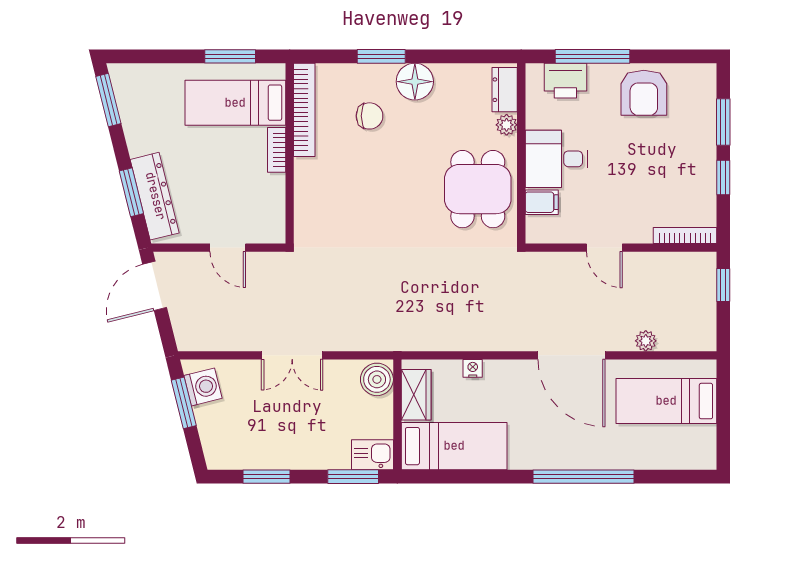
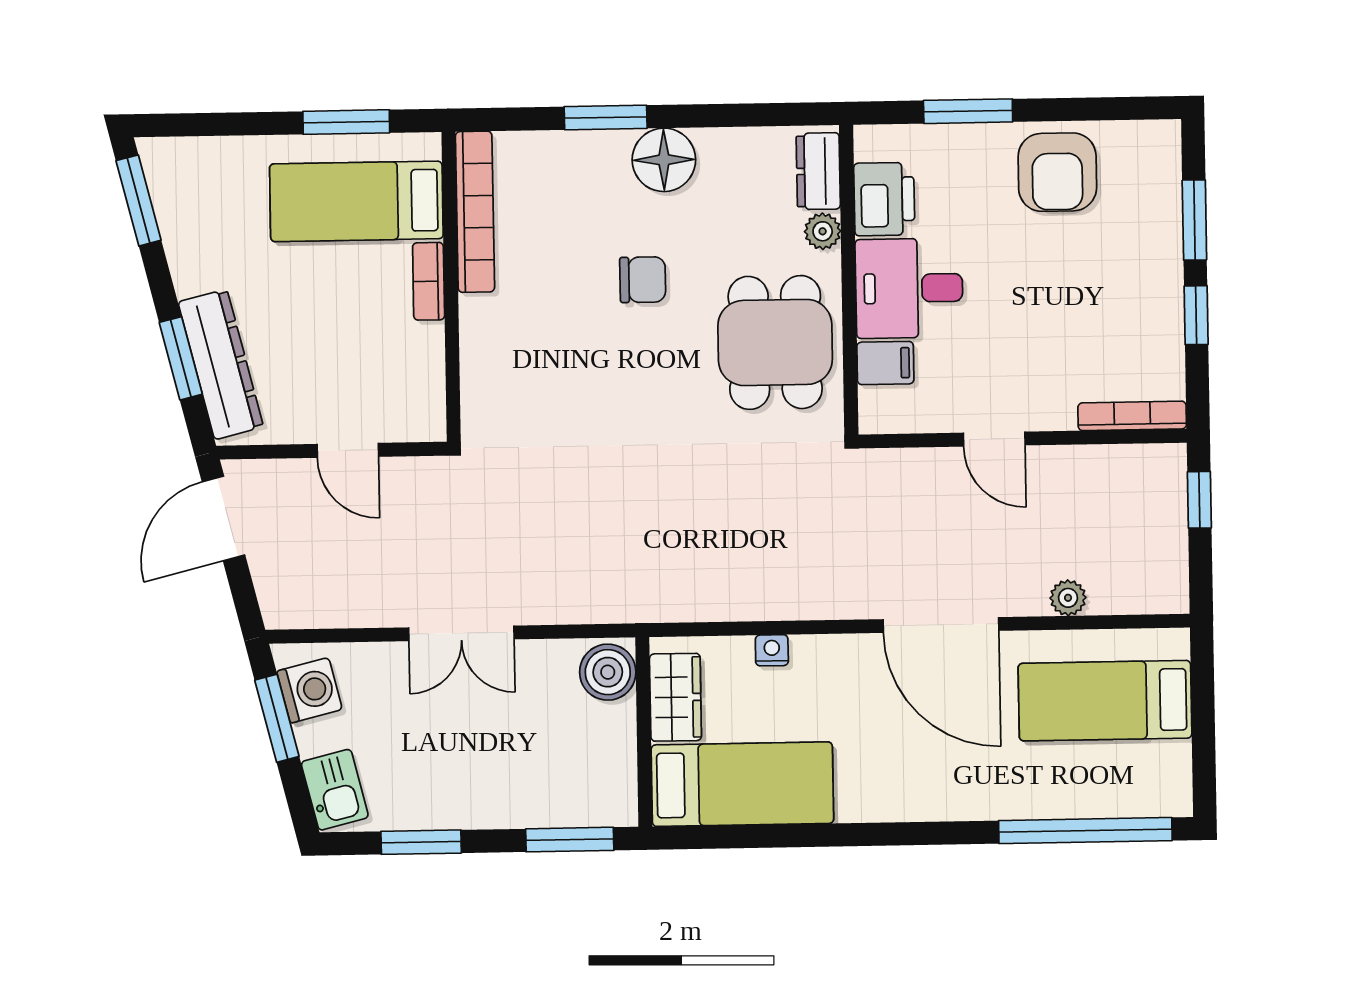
window: (592, 56) -> (968, 111), width x0.69
printer: (565, 81) -> (884, 199), moved, turned -90
chair: (370, 116) -> (643, 280), moved
kitchen sink: (372, 455) -> (335, 790), moved, turned 76
window: (583, 477) -> (1085, 831), moved

